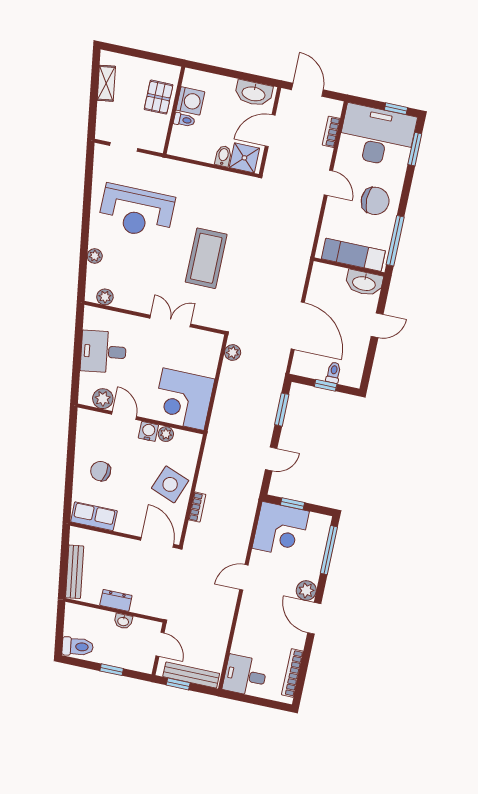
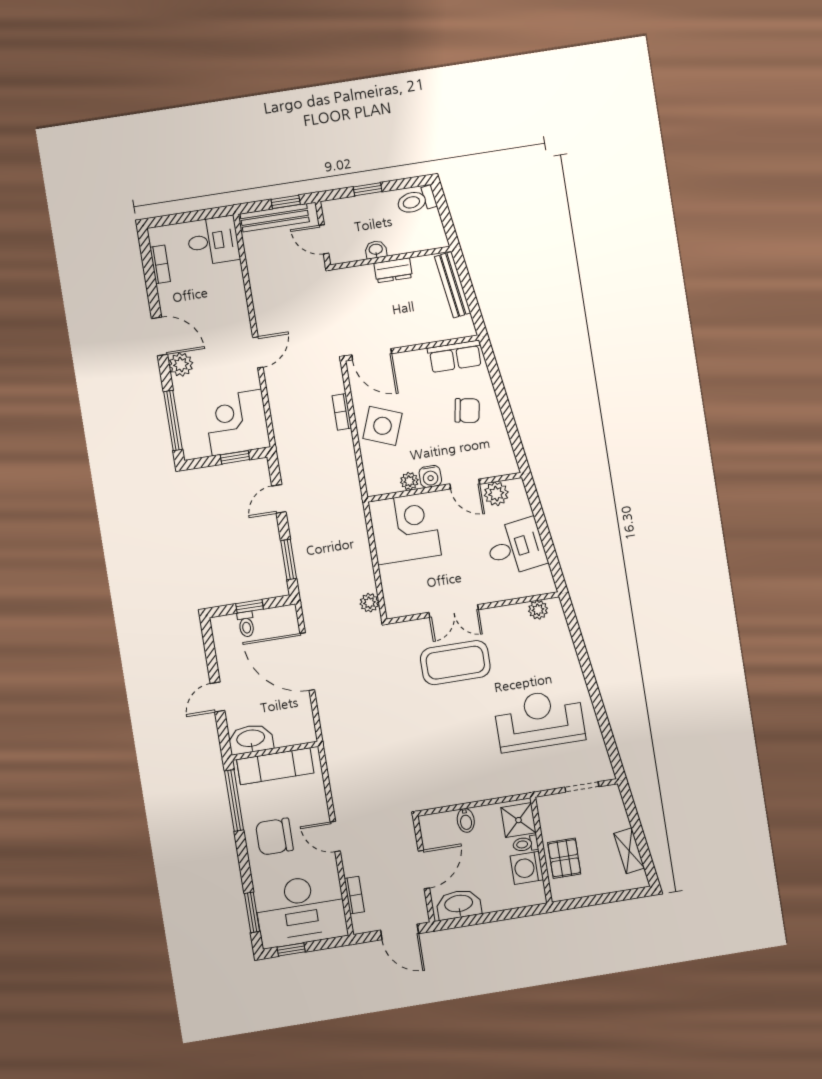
shower: (244, 158) -> (519, 820), moved
plant: (95, 256) -> (567, 651), removed
coffee table: (206, 258) -> (455, 663), moved, turned 90
bookcase: (292, 673) -> (160, 264), width x0.64

